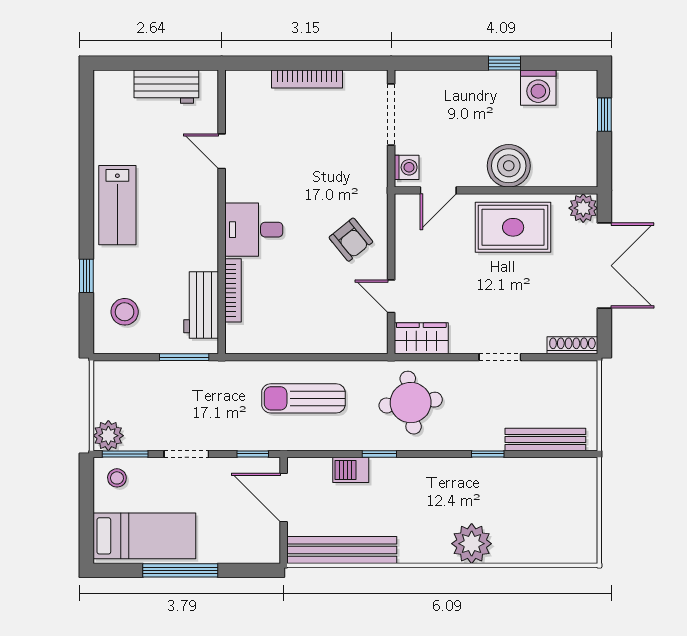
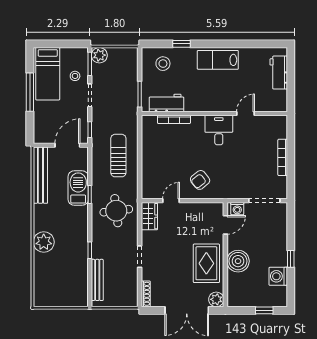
workbench: (166, 87) -> (279, 73), moved
door: (438, 190) -> (225, 225), swing flipped
desk: (254, 230) -> (219, 130), moved
barbecue: (351, 470) -> (78, 188), width x1.88, depth x1.53
stool: (117, 478) -> (75, 76), moved

